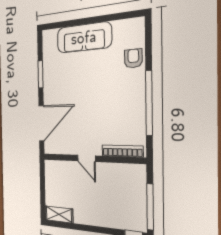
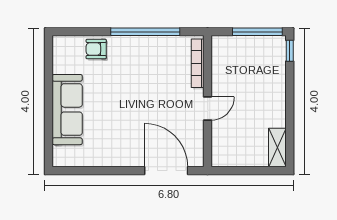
window: (41, 74) -> (106, 171), removed

